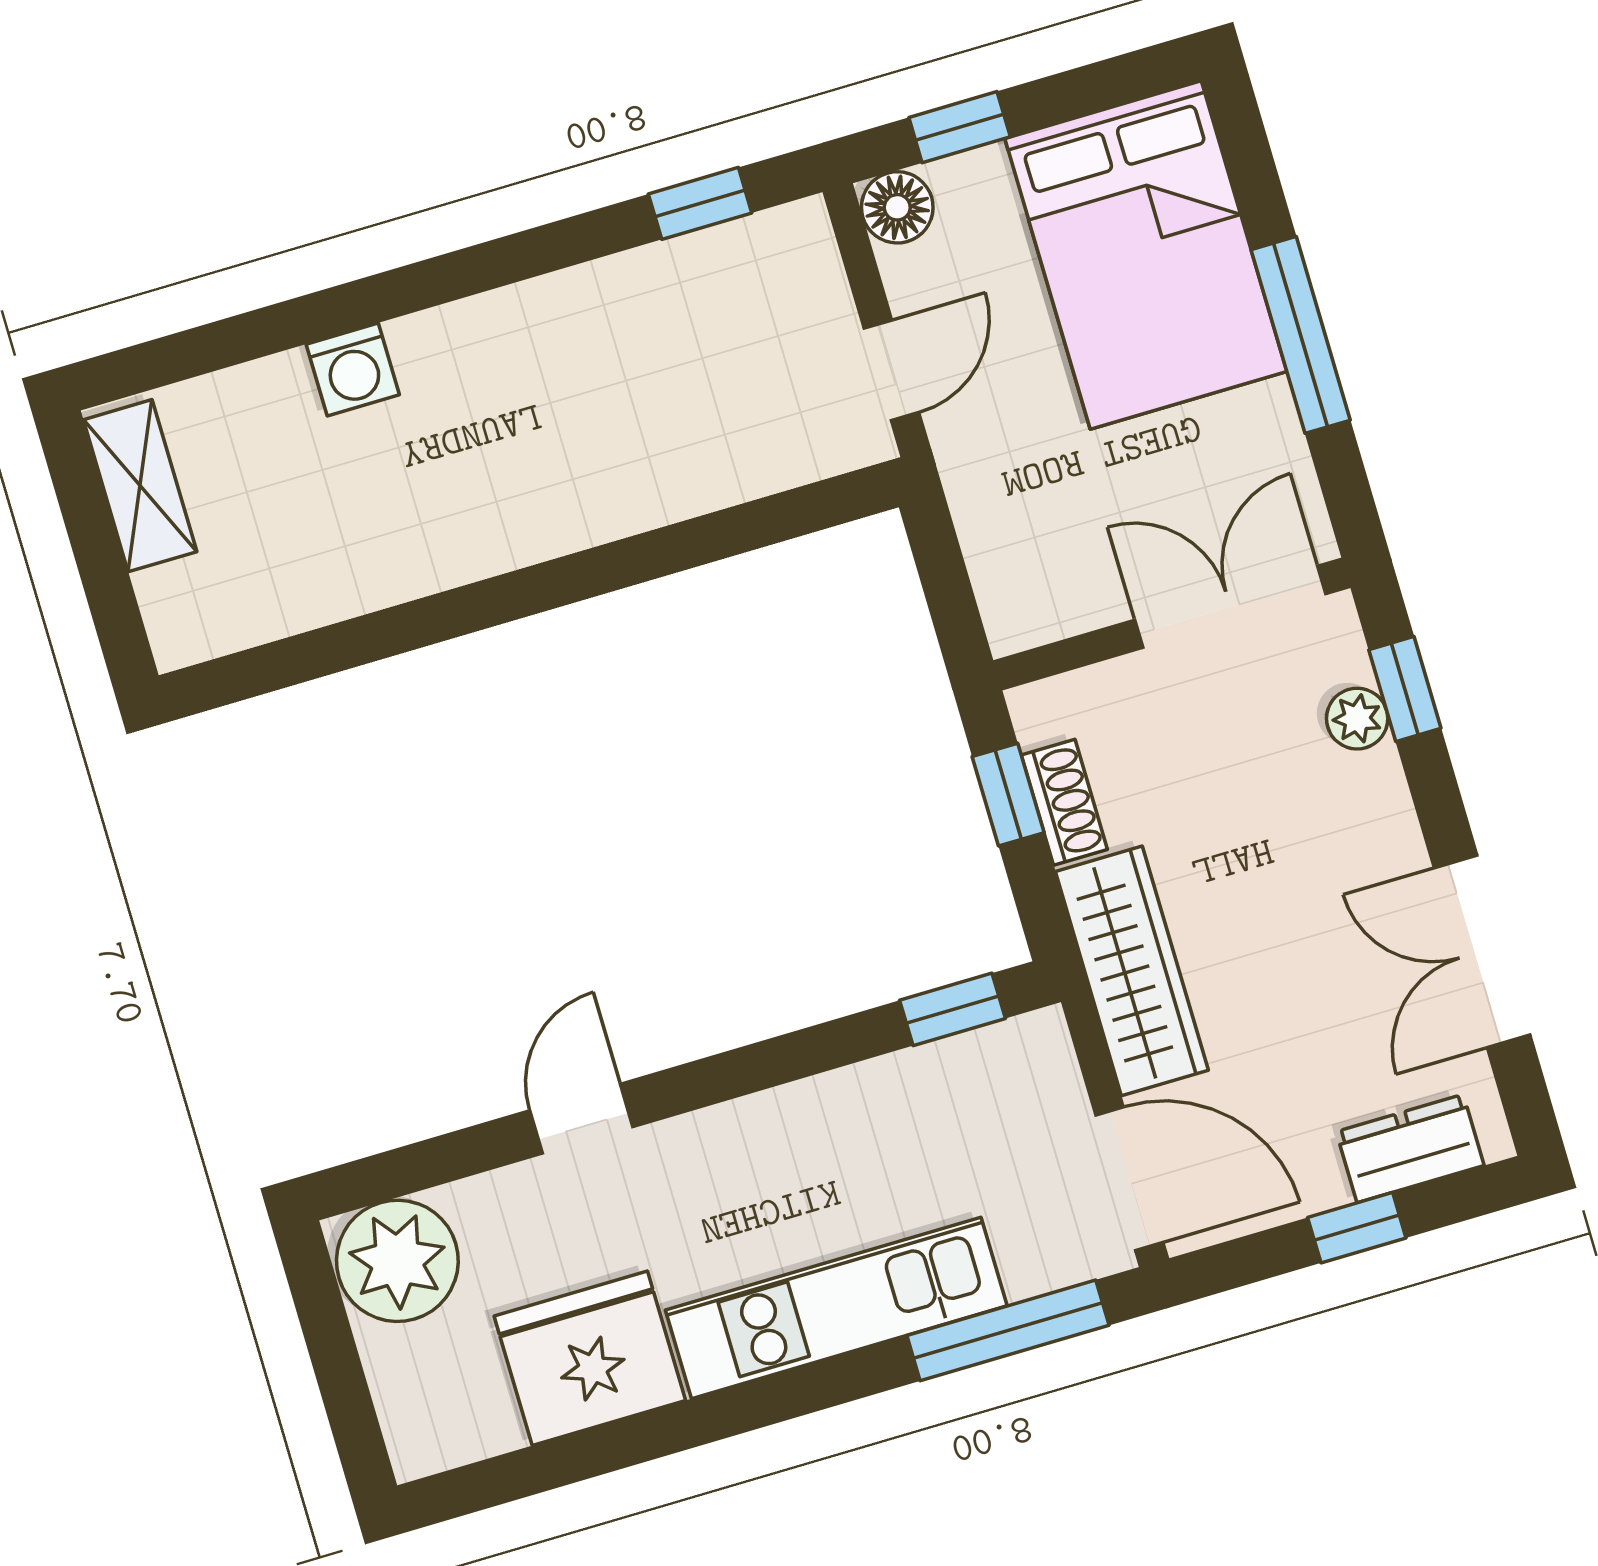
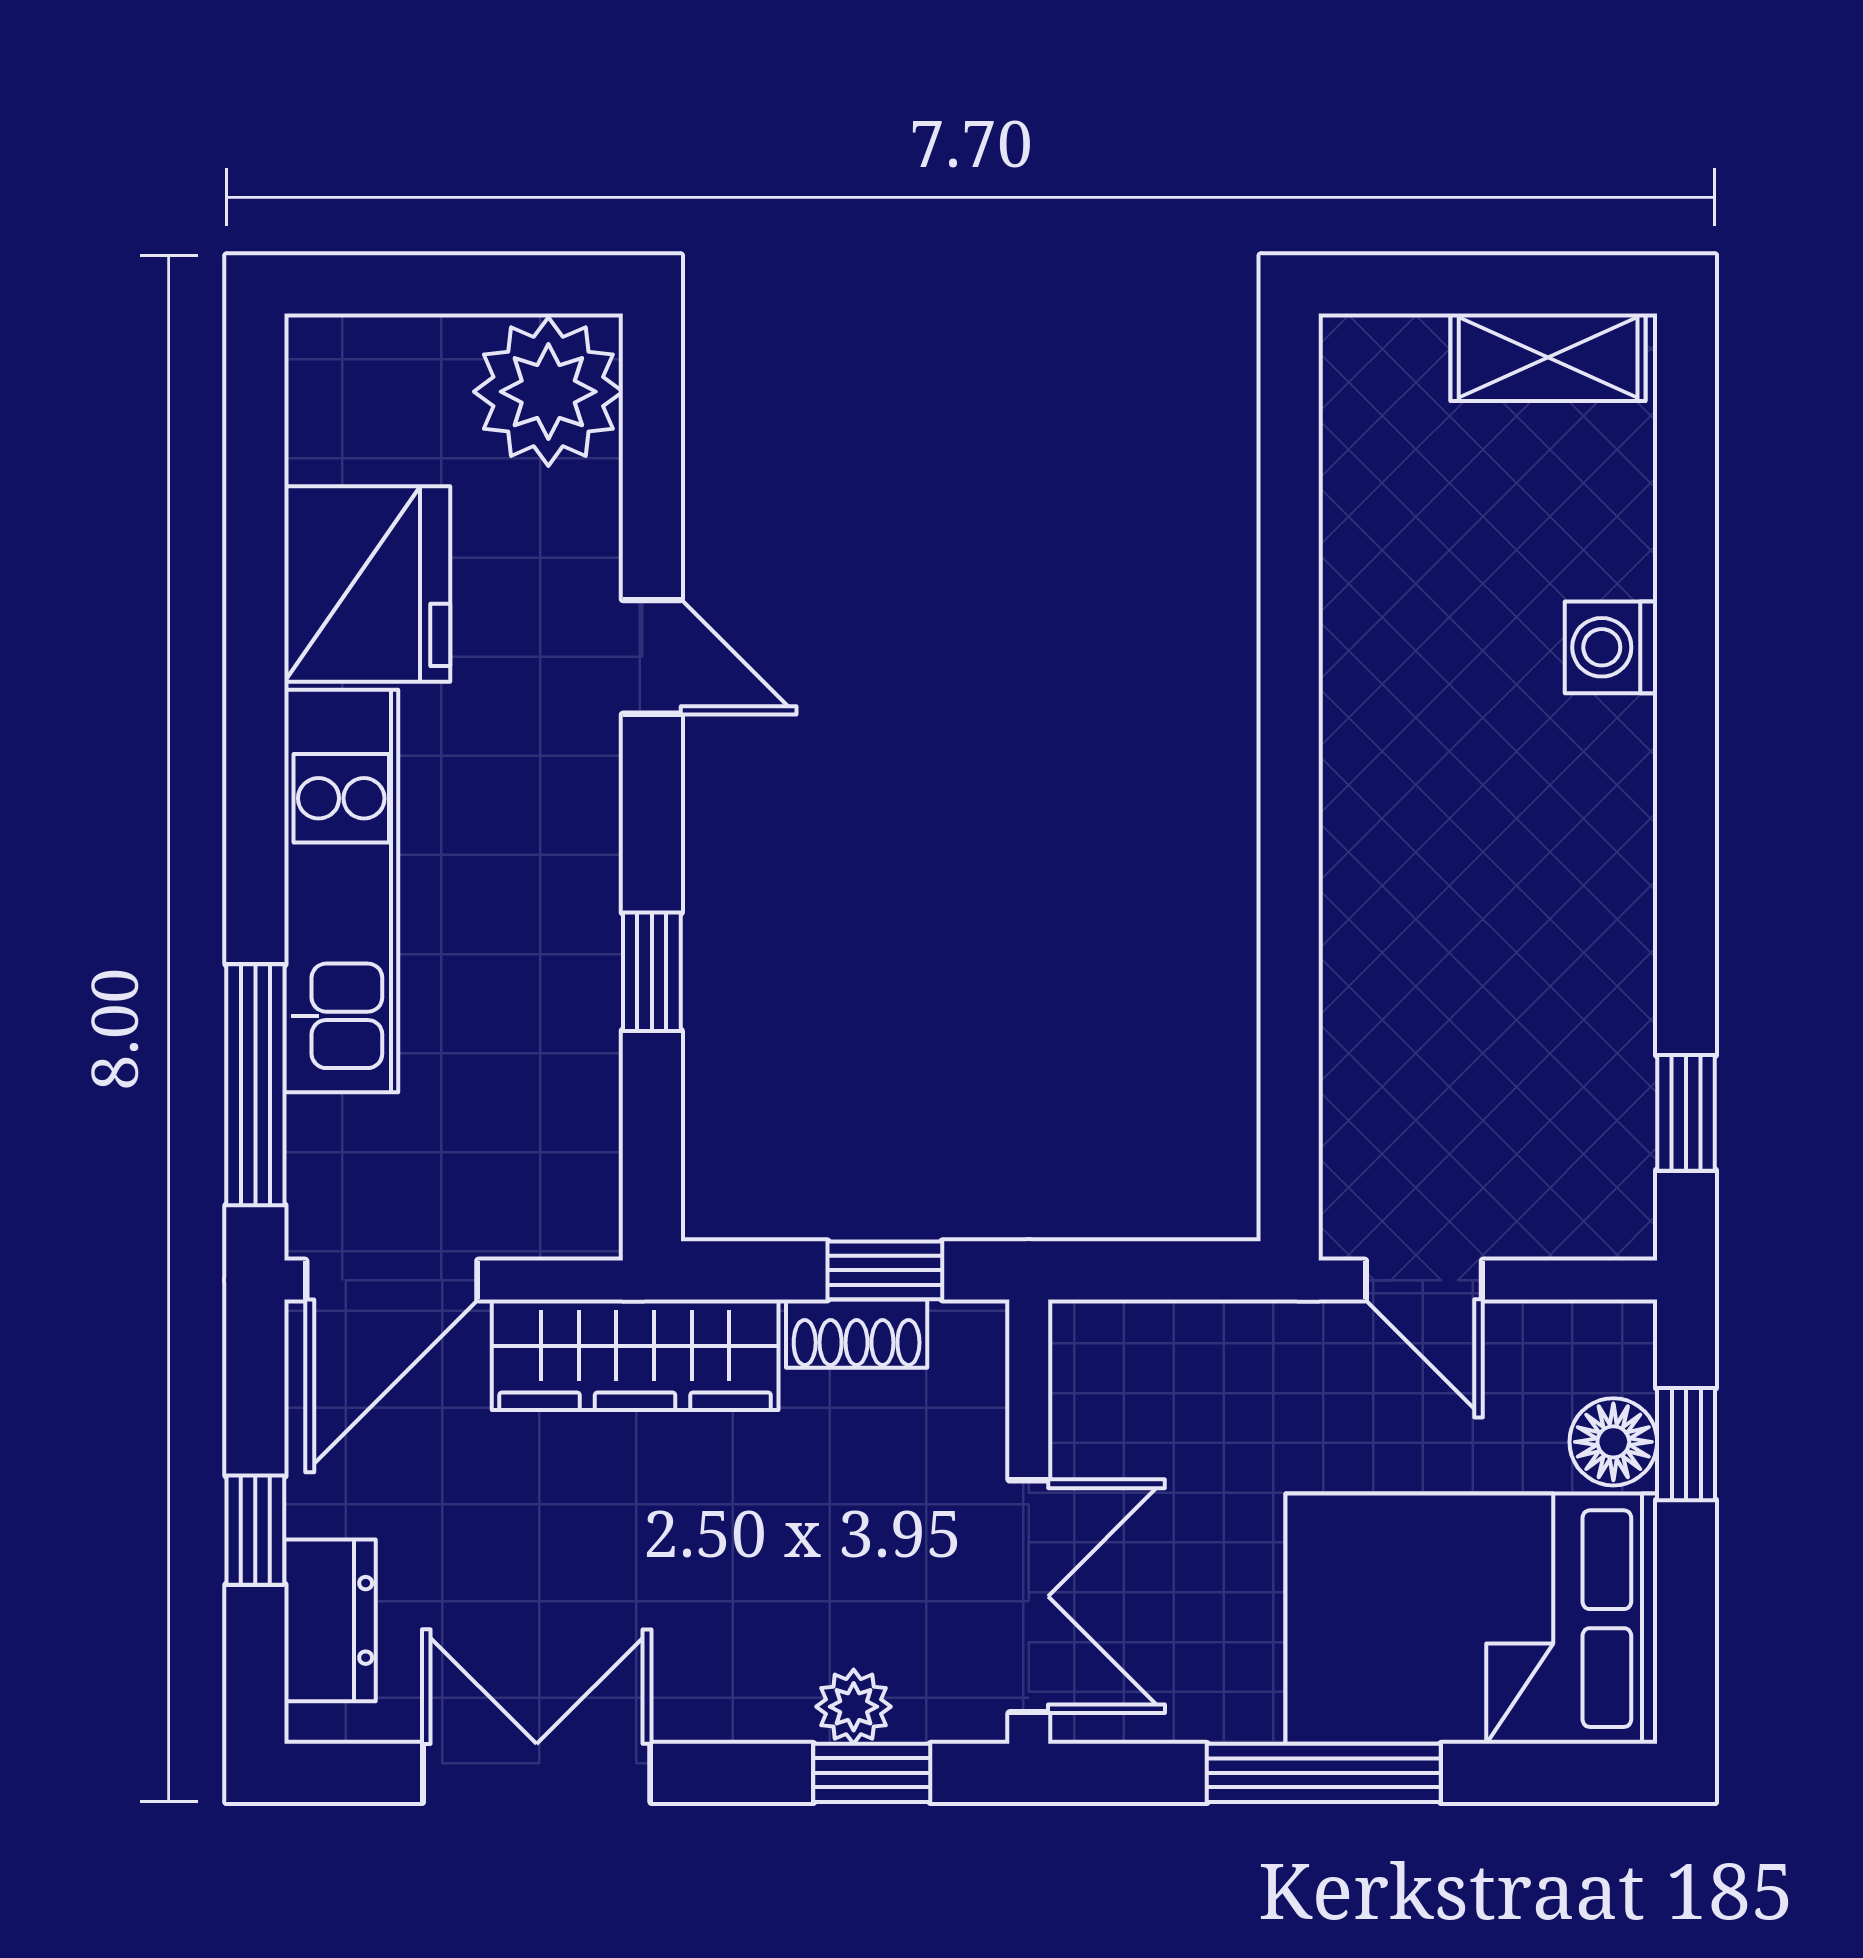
floor lamp: (897, 207) -> (1613, 1442), moved
window: (952, 1009) -> (652, 972), moved

